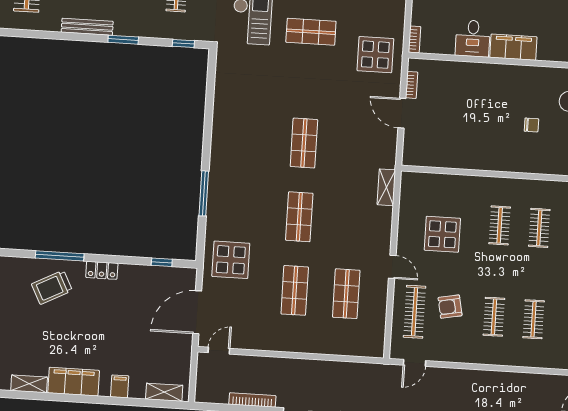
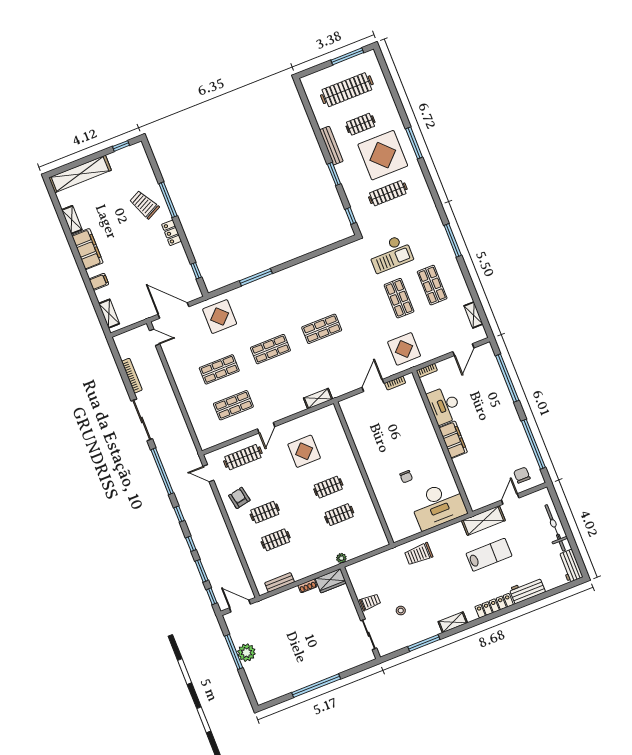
desk: (473, 38) -> (444, 405), width x1.37
armchair: (450, 307) -> (239, 498), moved

